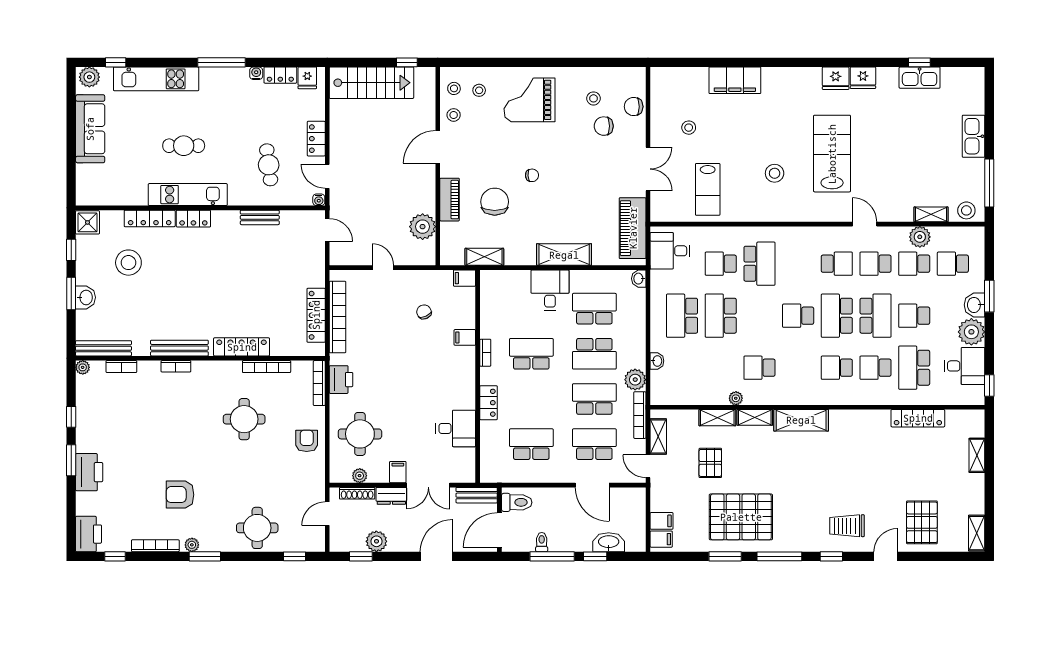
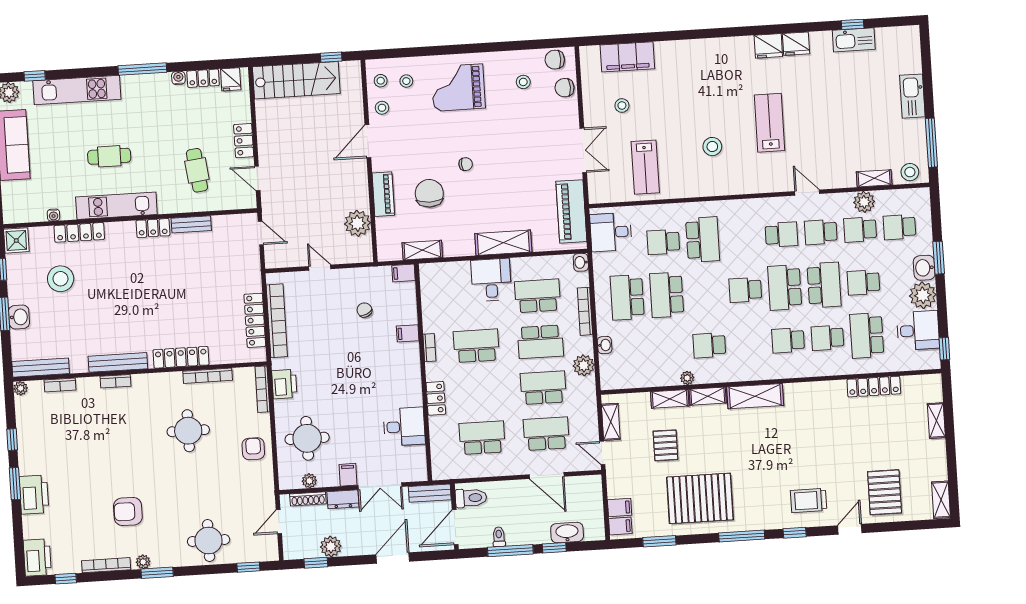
filing cabinet: (735, 80) -> (627, 57), moved
chair: (604, 126) -> (555, 60), moved
lab bench: (832, 154) -> (769, 123), width x0.73, depth x0.72
water cooler: (319, 200) -> (53, 215), moved
locker: (193, 219) -> (153, 228), moved
bookcase: (640, 415) -> (585, 311), moved
window: (725, 556) -> (659, 541), moved

